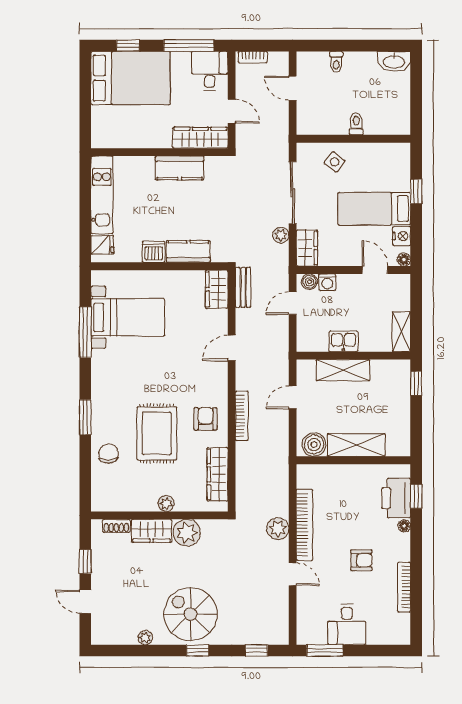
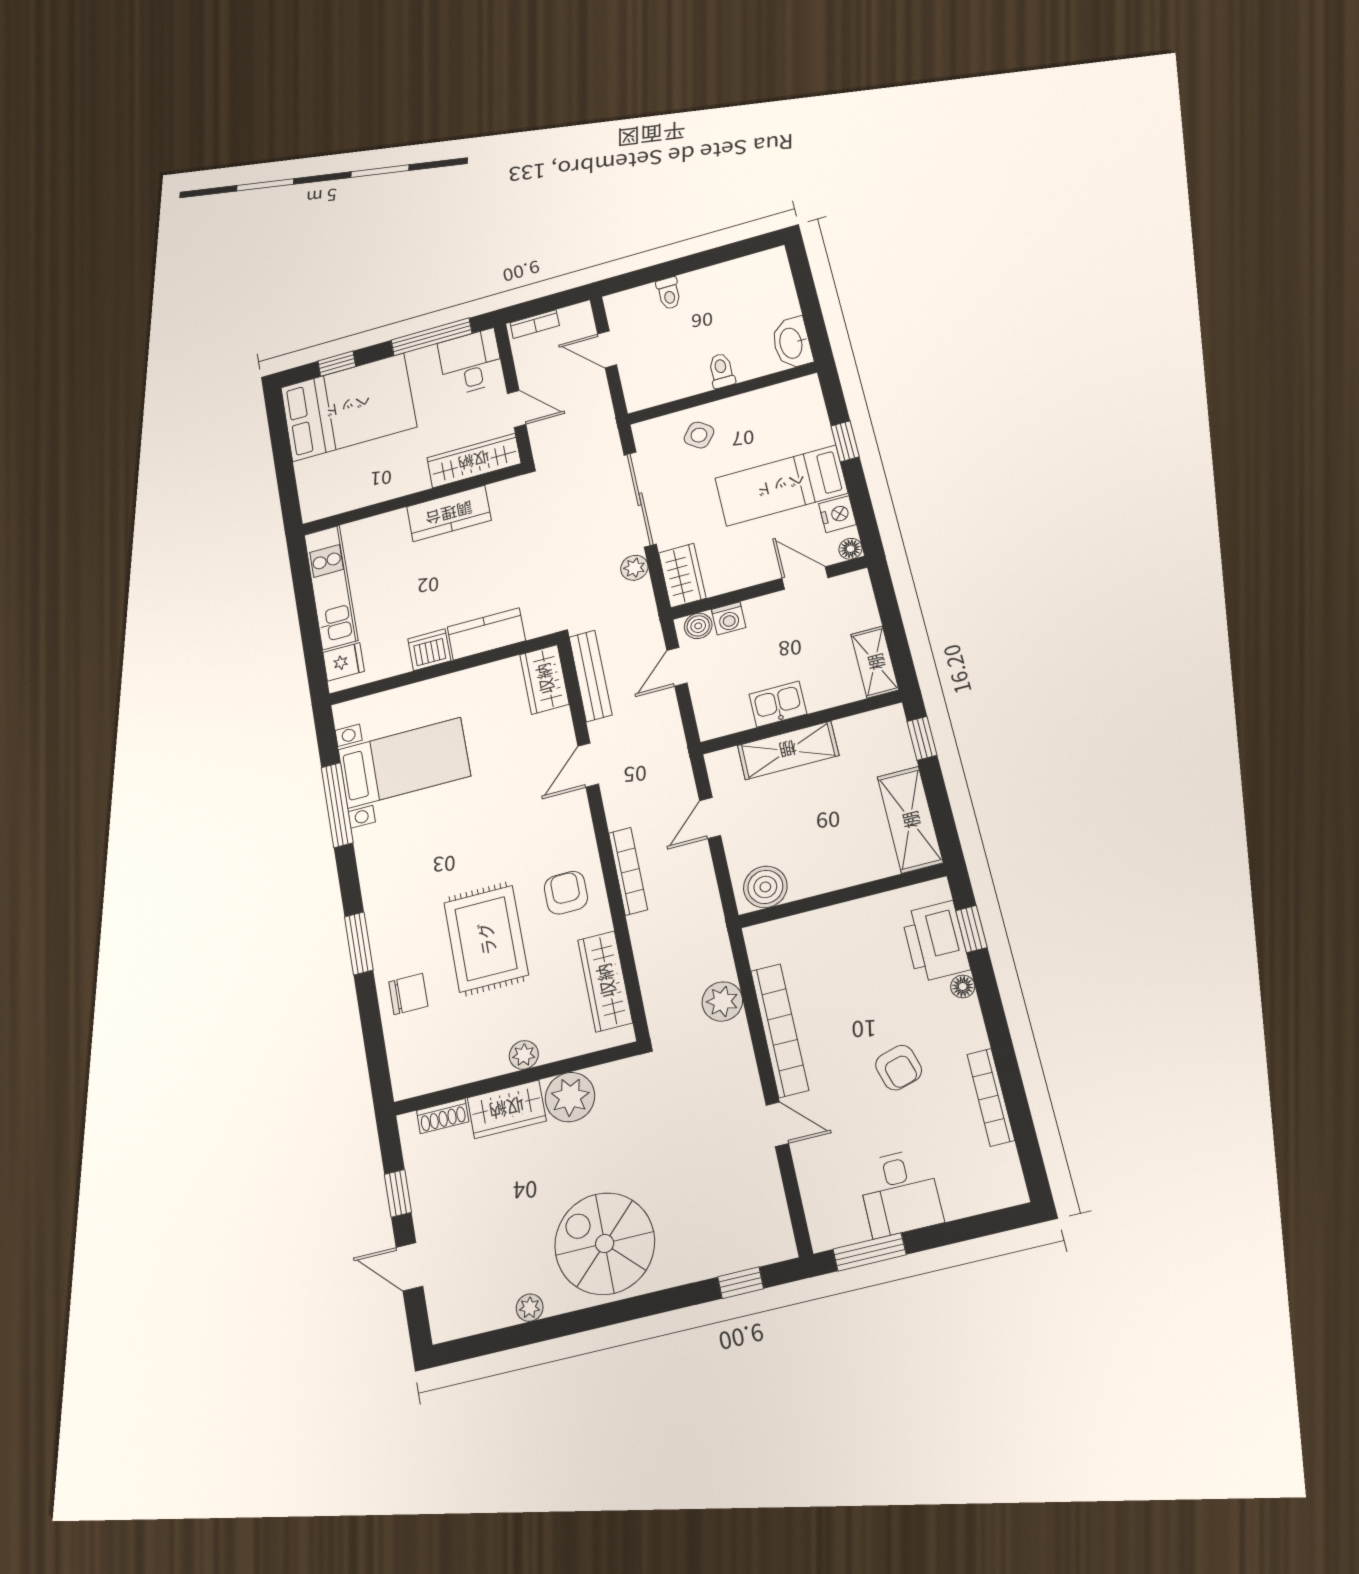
washbasin: (394, 61) -> (792, 343), moved, turned 90
bench: (243, 287) -> (590, 676), width x1.36
shelving: (356, 445) -> (910, 820), moved, turned 90
chair: (108, 453) -> (408, 994), turned 90
plant: (278, 529) -> (722, 1001), moved
armchair: (361, 560) -> (899, 1068), turned 74
window: (198, 650) -> (631, 1309), removed

